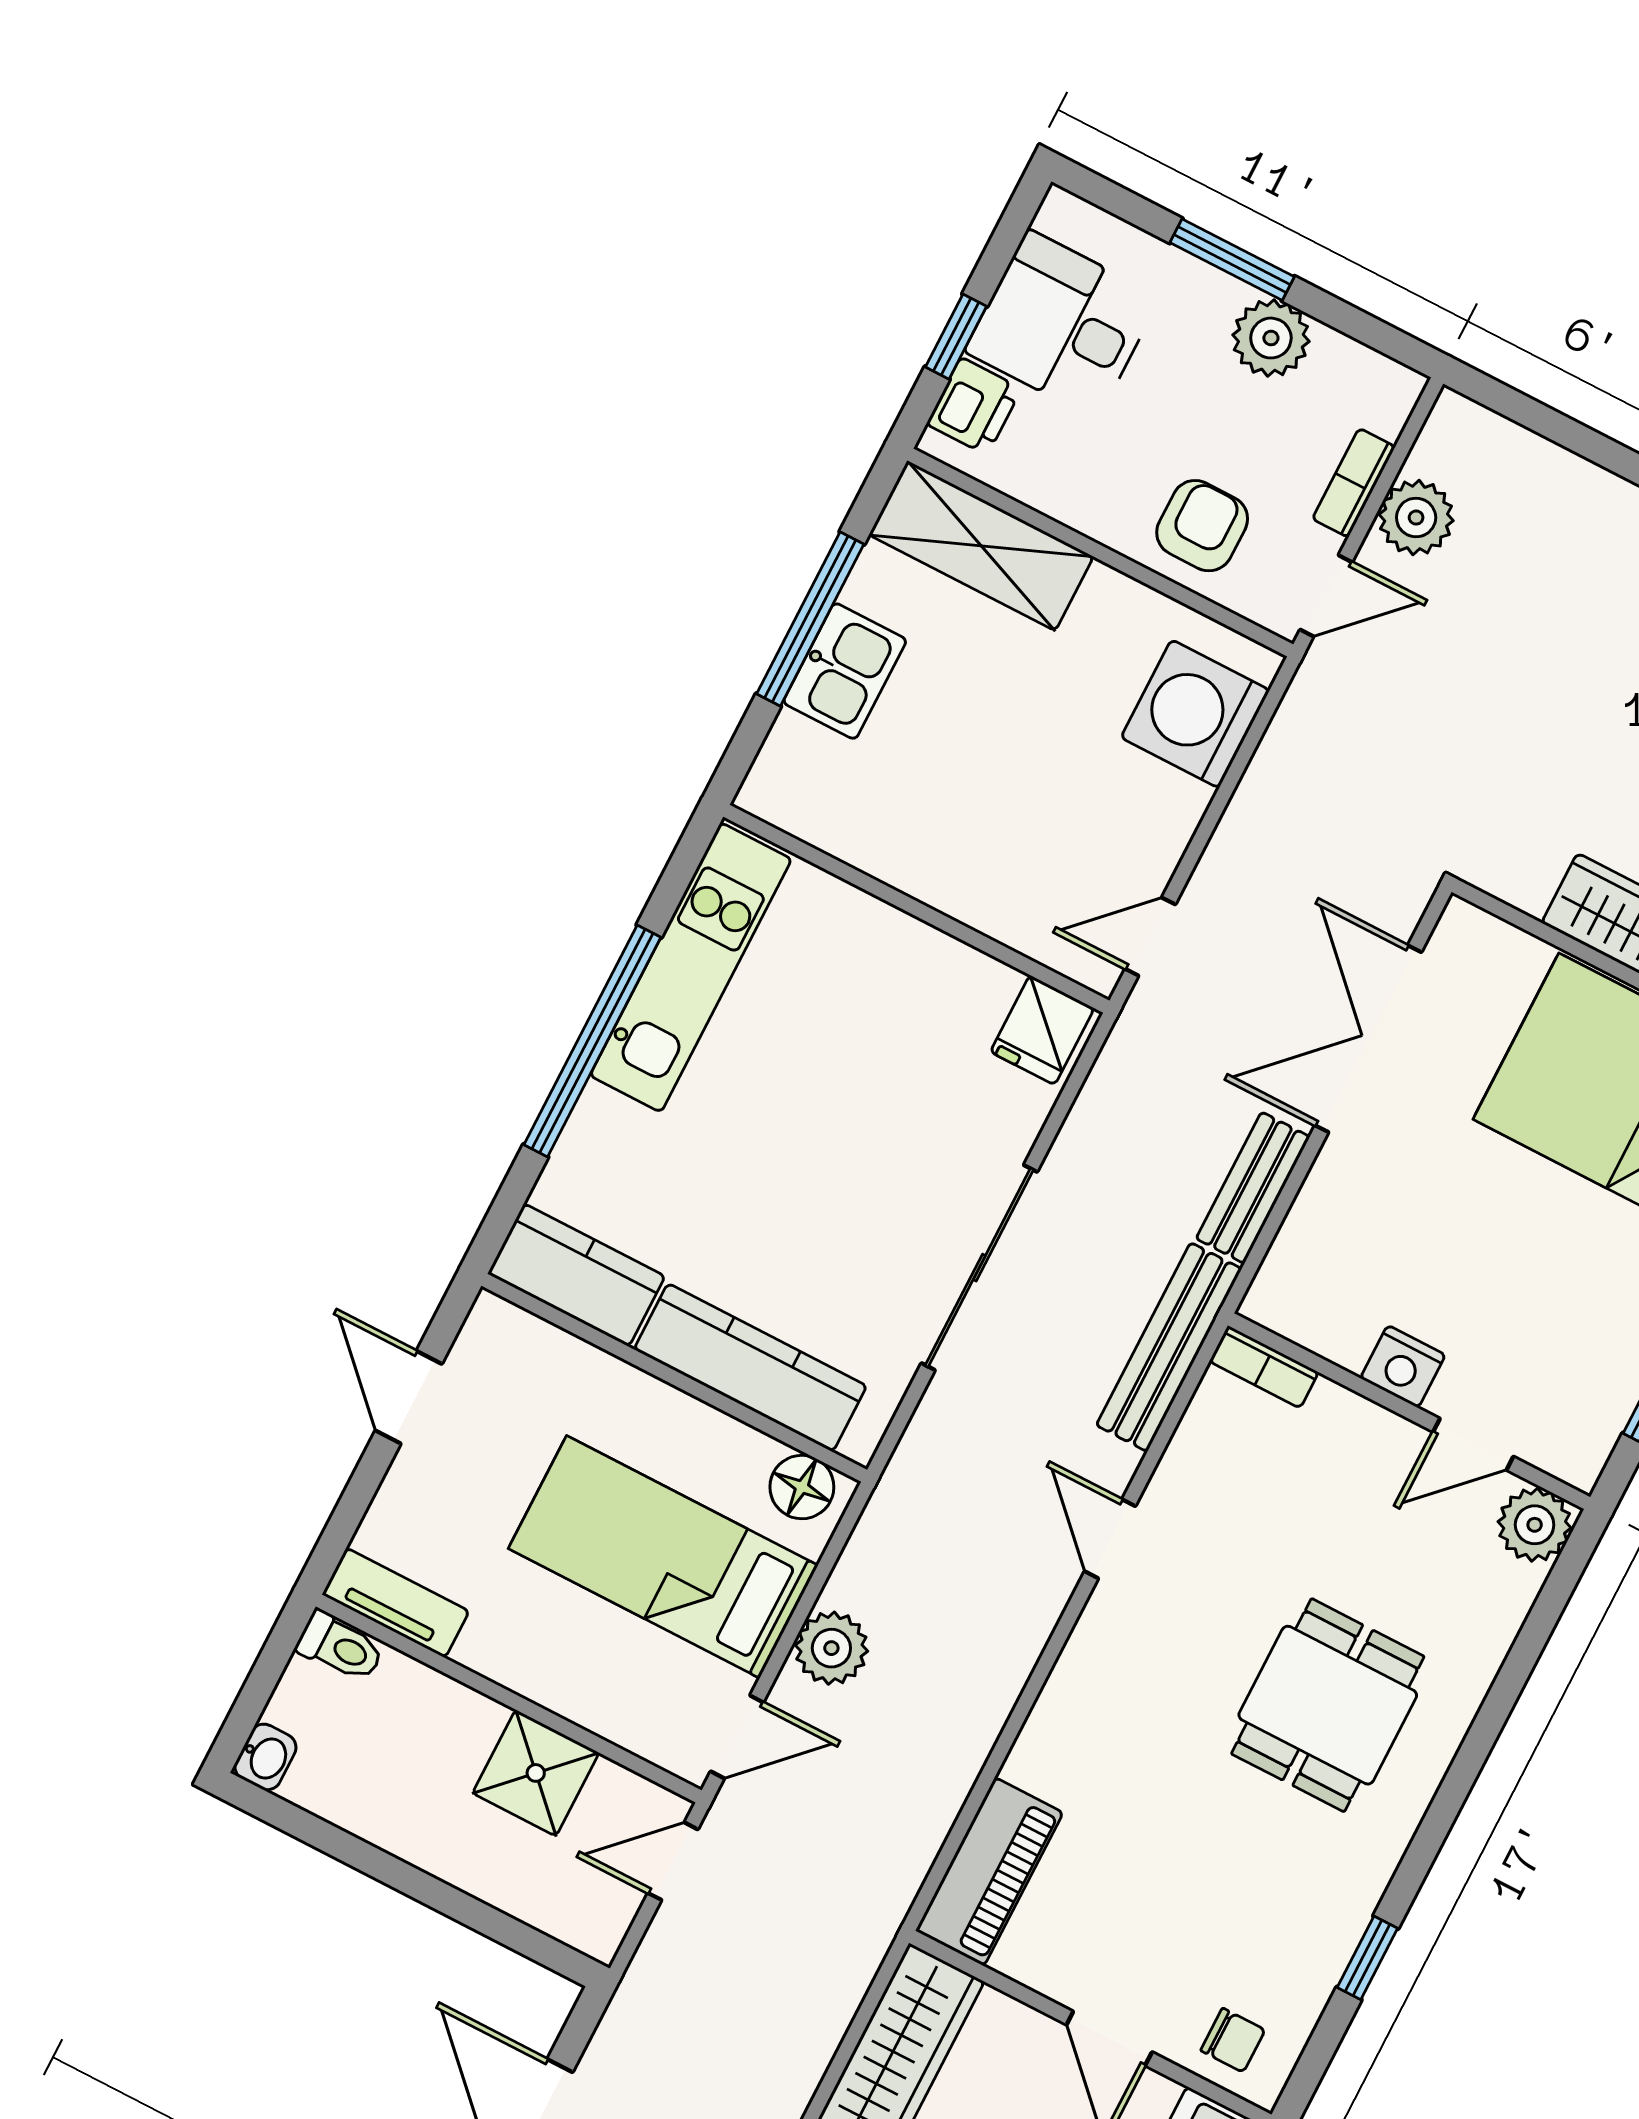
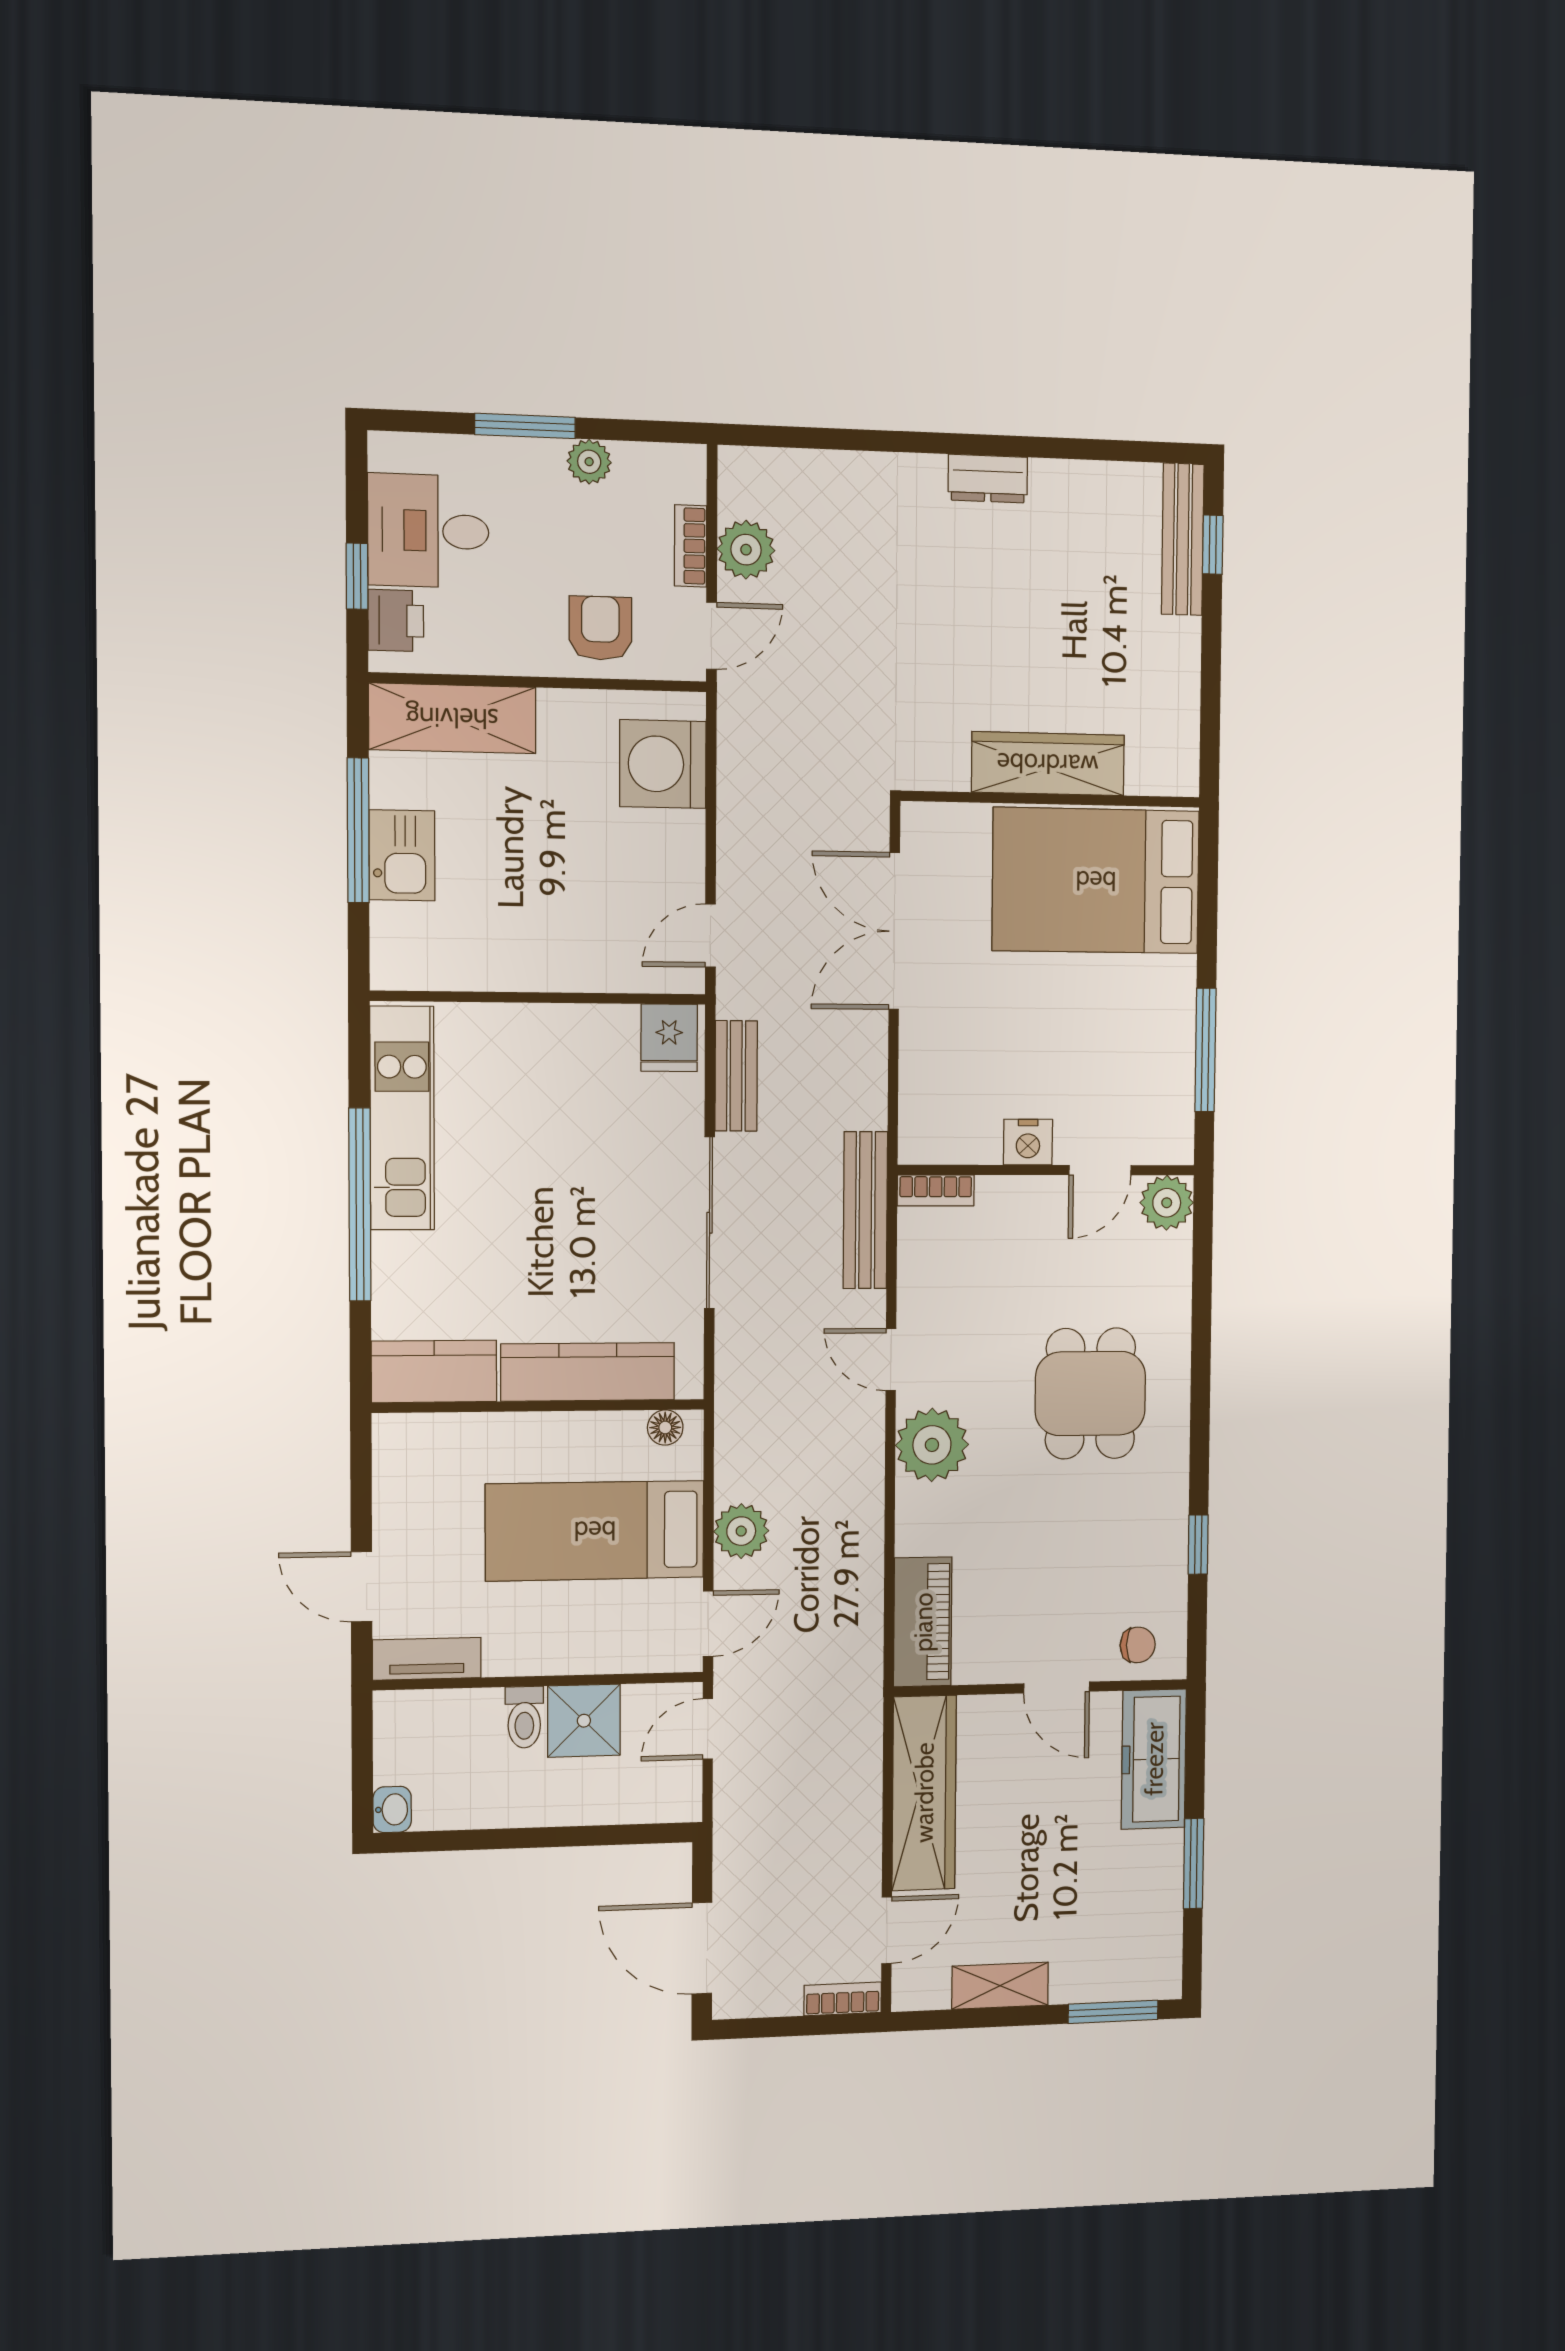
plant: (1271, 338) -> (589, 462), width x0.73, depth x0.73
bench: (1253, 1188) -> (736, 1076), moved
door: (409, 1397) -> (362, 1587), moved
floor lamp: (802, 1487) -> (665, 1428), width x0.73, depth x0.73
toilet: (340, 1647) -> (524, 1717), moved, turned 90
plant: (1107, 1666) -> (932, 1445), added

